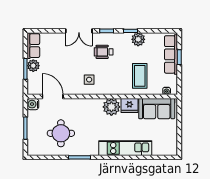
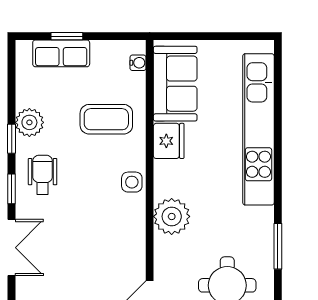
wheelchair: (104, 52) -> (43, 175), moved, turned 180
row of seats: (171, 54) -> (61, 53), width x0.68
side table: (89, 80) -> (132, 182), moved
plant: (111, 107) -> (172, 216), moved
kitchen unit: (125, 148) -> (258, 129), width x1.36

